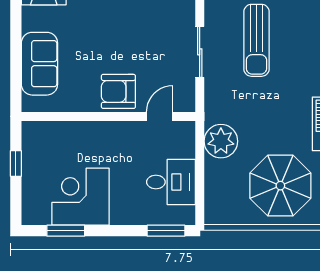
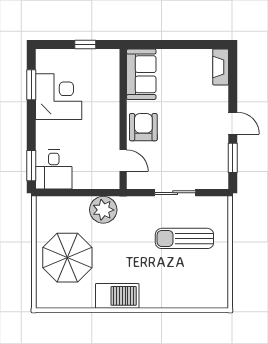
sofa: (39, 64) -> (141, 74), moved, turned -90
desk: (171, 182) -> (54, 170), moved

